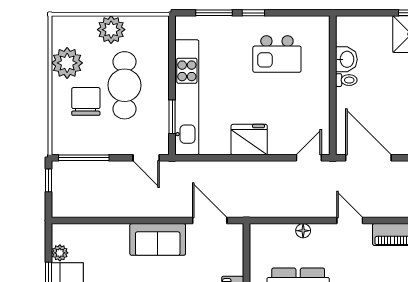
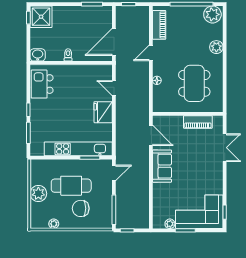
kitchen island: (277, 54) -> (42, 84), moved, turned 180
washbasin: (346, 59) -> (38, 55), moved
plant: (67, 63) -> (54, 224), width x0.53, depth x0.53
door: (309, 158) -> (114, 88), moved
door: (210, 220) -> (151, 135), swing flipped

